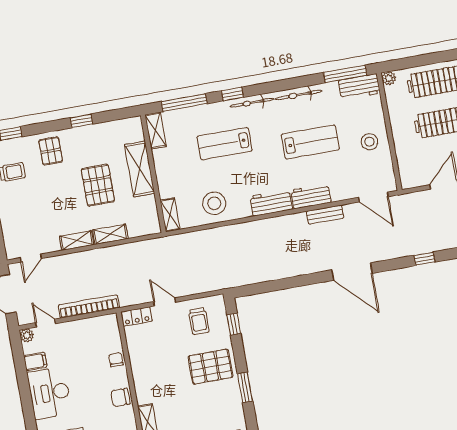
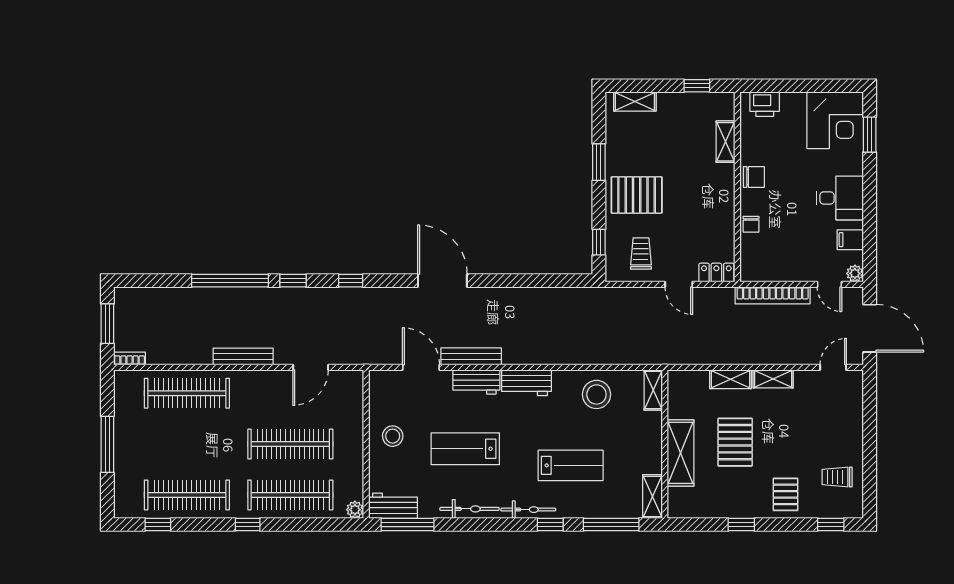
door: (373, 197) -> (421, 367), moved
bench: (325, 215) -> (471, 356), width x1.36
desk: (50, 393) -> (840, 198), width x0.73

